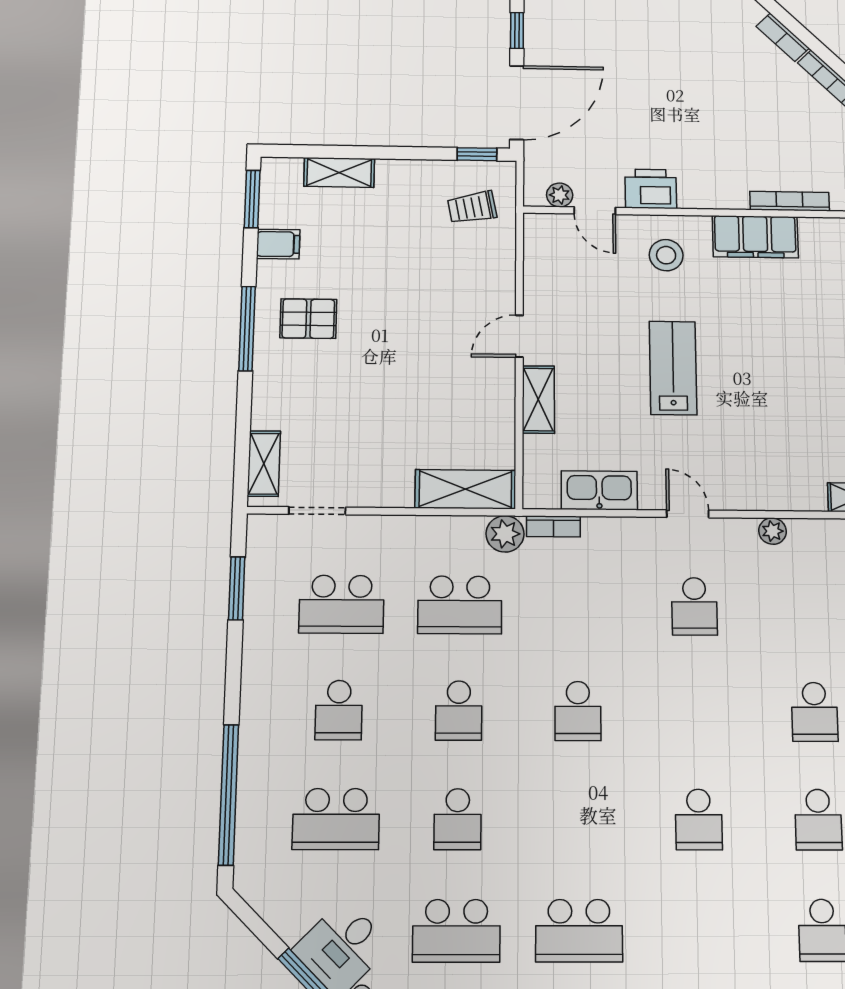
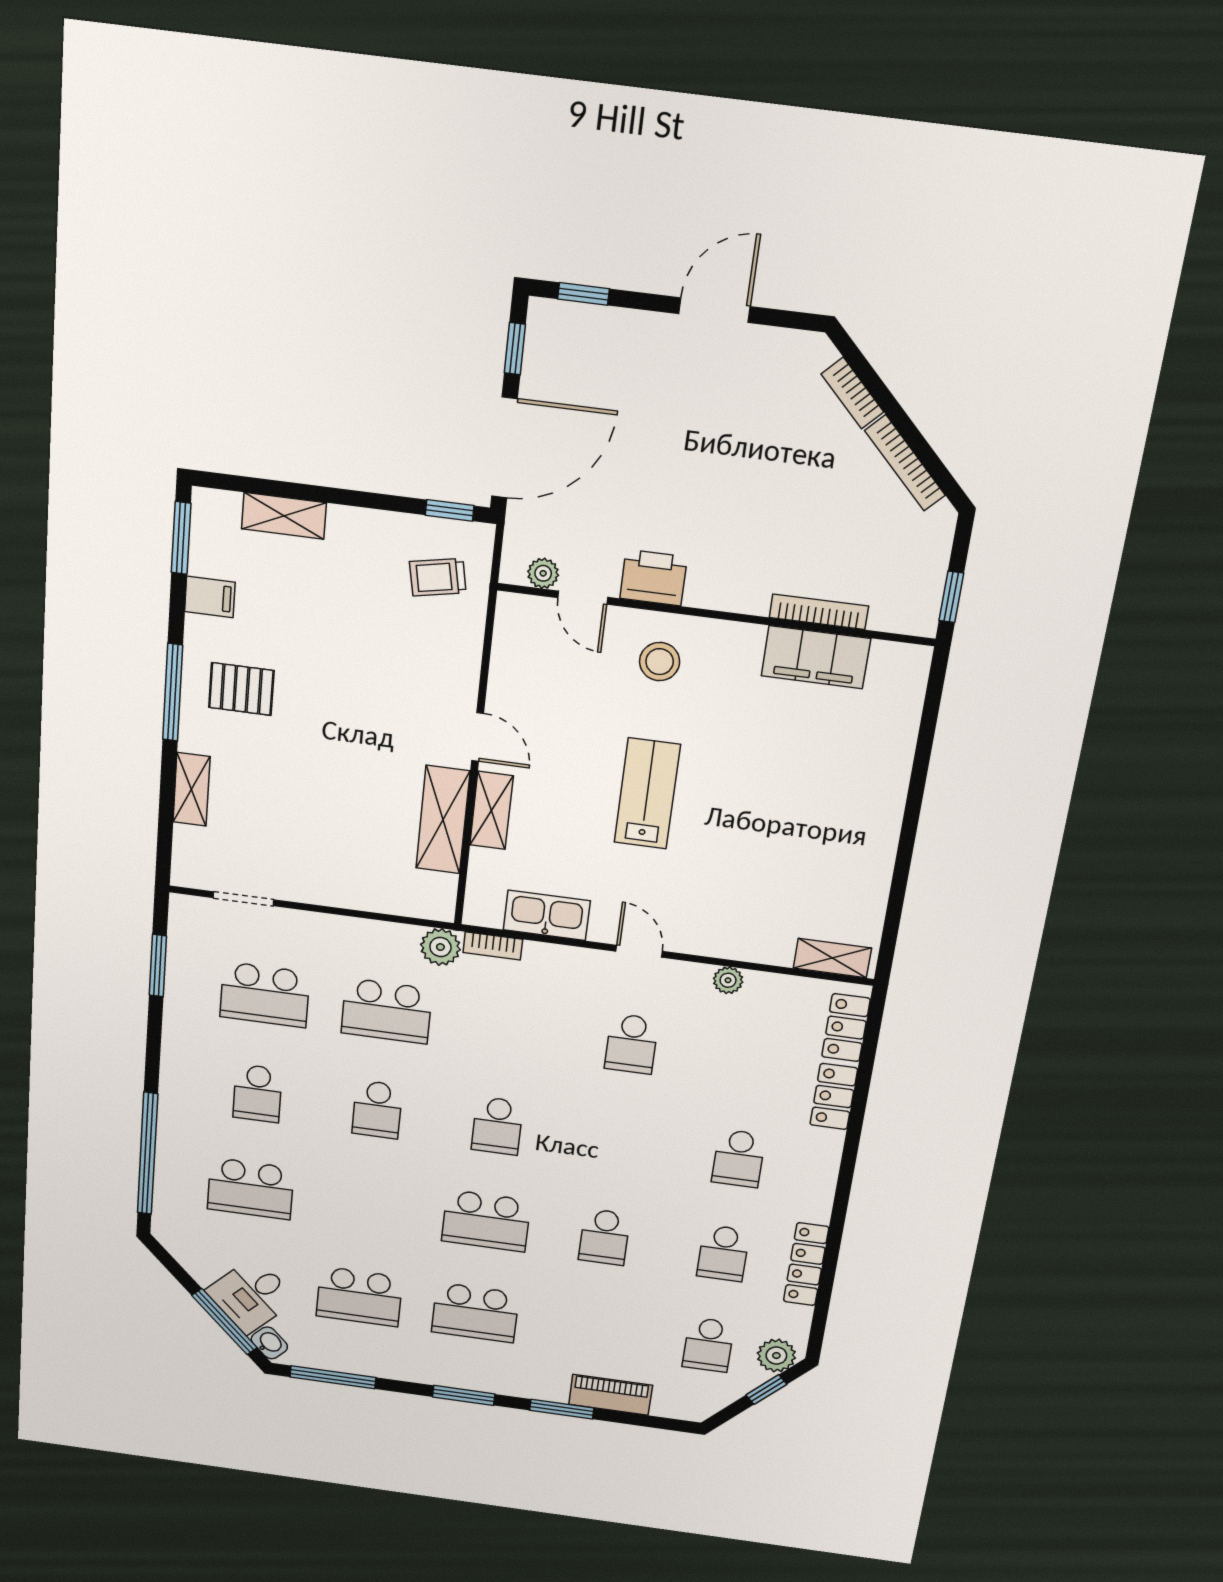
filing cabinet: (755, 237) -> (816, 657), moved
door: (519, 336) -> (478, 737), swing flipped
shelving: (264, 464) -> (191, 789), moved
shelving: (465, 489) -> (443, 820), moved, turned 90
school desk: (458, 819) -> (486, 1221), moved, width x1.85

